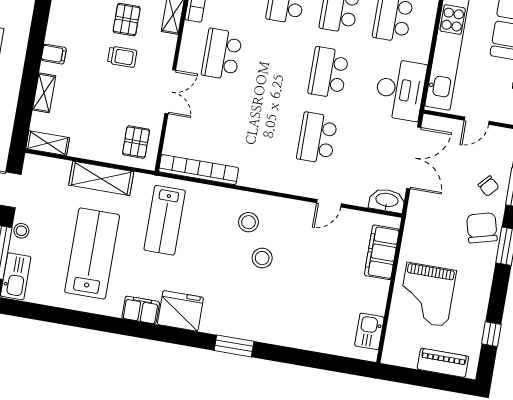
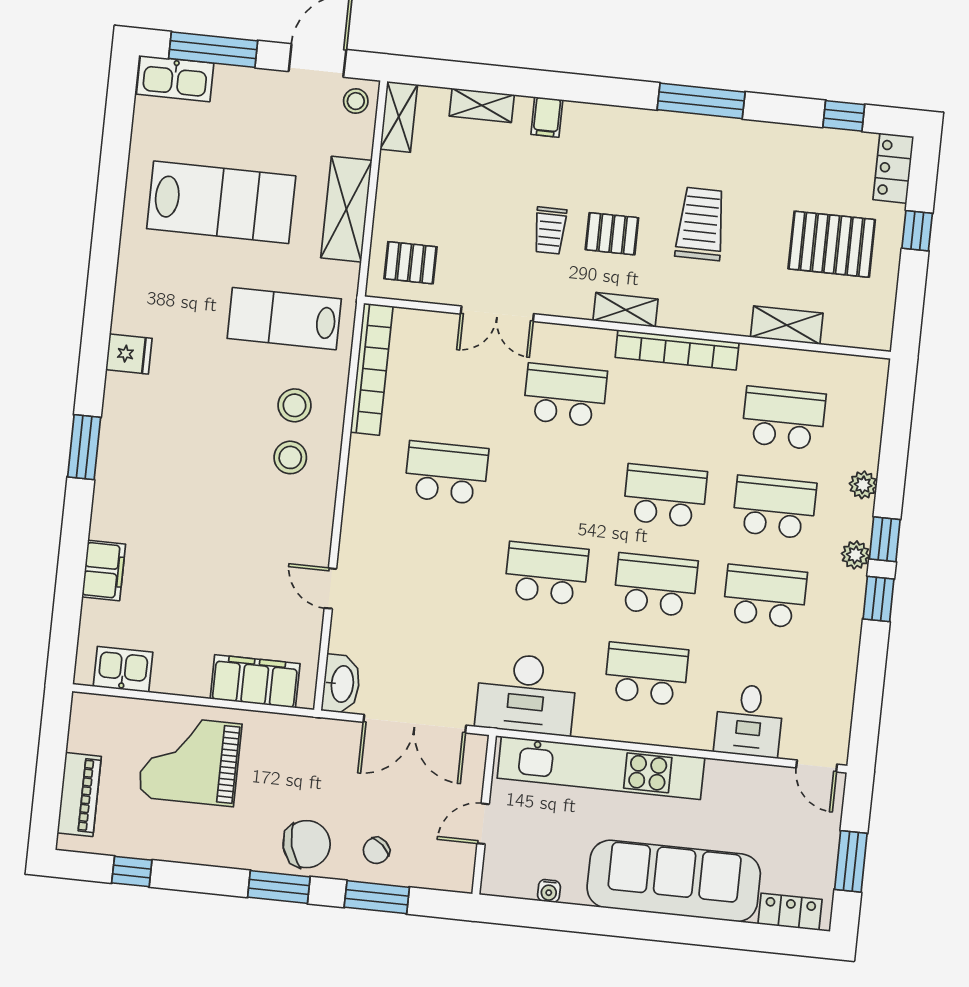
door: (477, 121) -> (483, 824), hinge flipped
school desk: (317, 138) -> (446, 473), moved
stool: (21, 231) -> (356, 101), moved
stool: (262, 258) -> (295, 405), moved
filing cabinet: (141, 310) -> (104, 570), moved
fridge: (180, 311) -> (129, 354), width x0.53, depth x0.75

